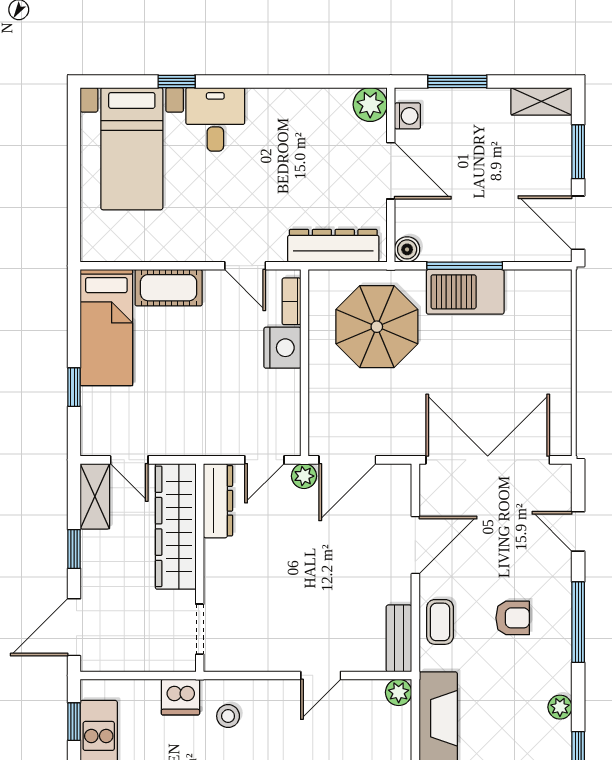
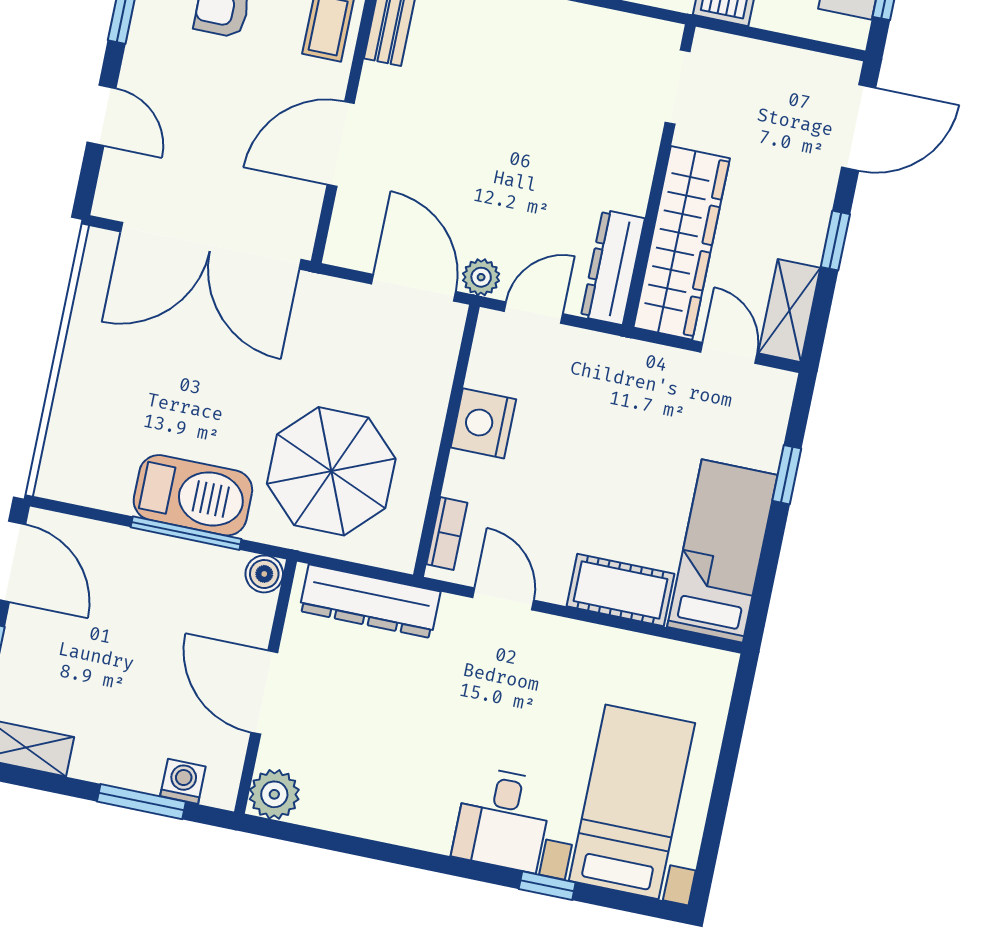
washing machine: (407, 116) -> (183, 781), moved, turned 90
nightstand: (282, 348) -> (483, 423), moved
door: (347, 460) -> (414, 288), hinge flipped

